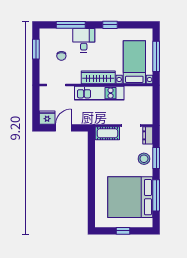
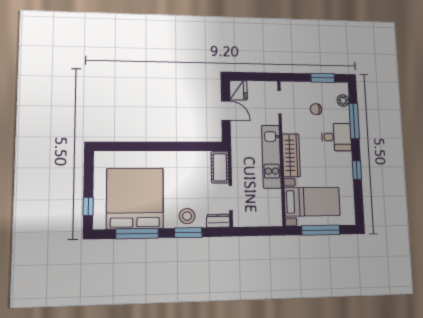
plant: (54, 33) -> (343, 101), added
window: (123, 231) -> (88, 206), moved

